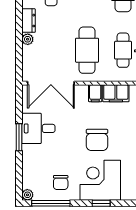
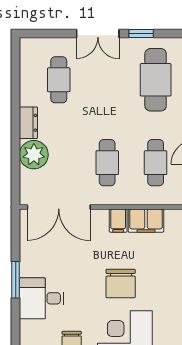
plant: (28, 39) -> (34, 155), width x1.88, depth x1.88
cafe table: (87, 50) -> (107, 163), width x0.73, depth x0.74
desk: (38, 128) -> (42, 298), moved

